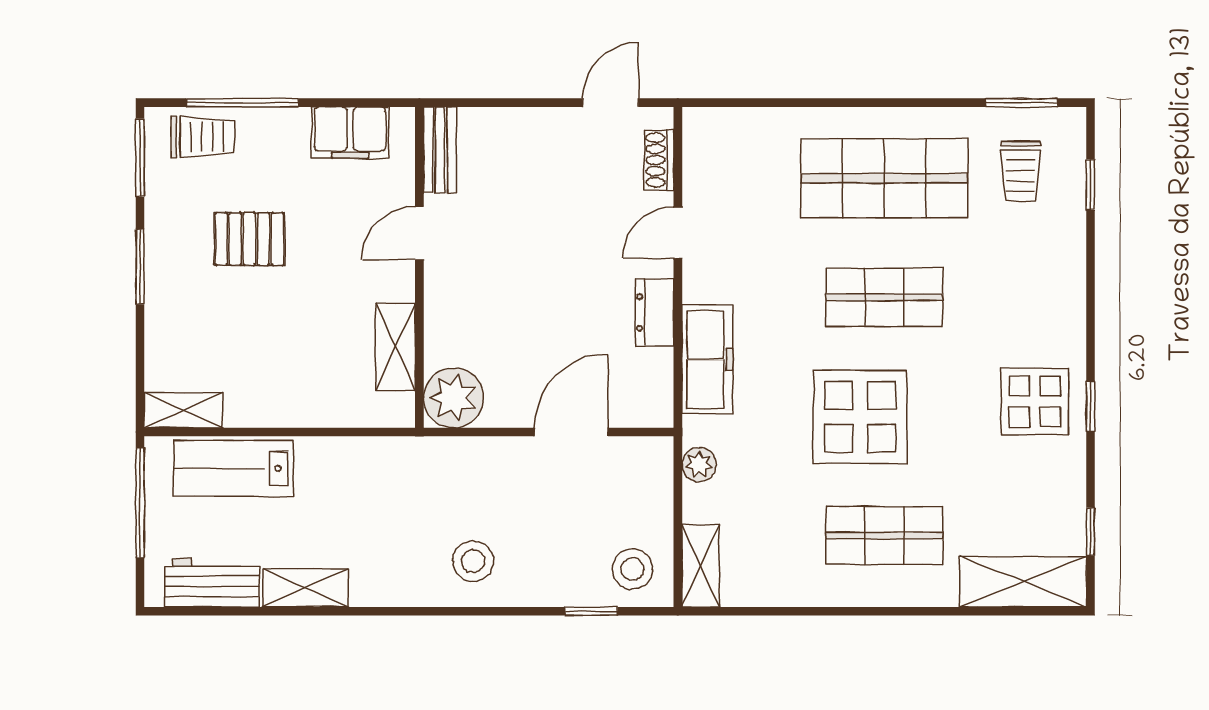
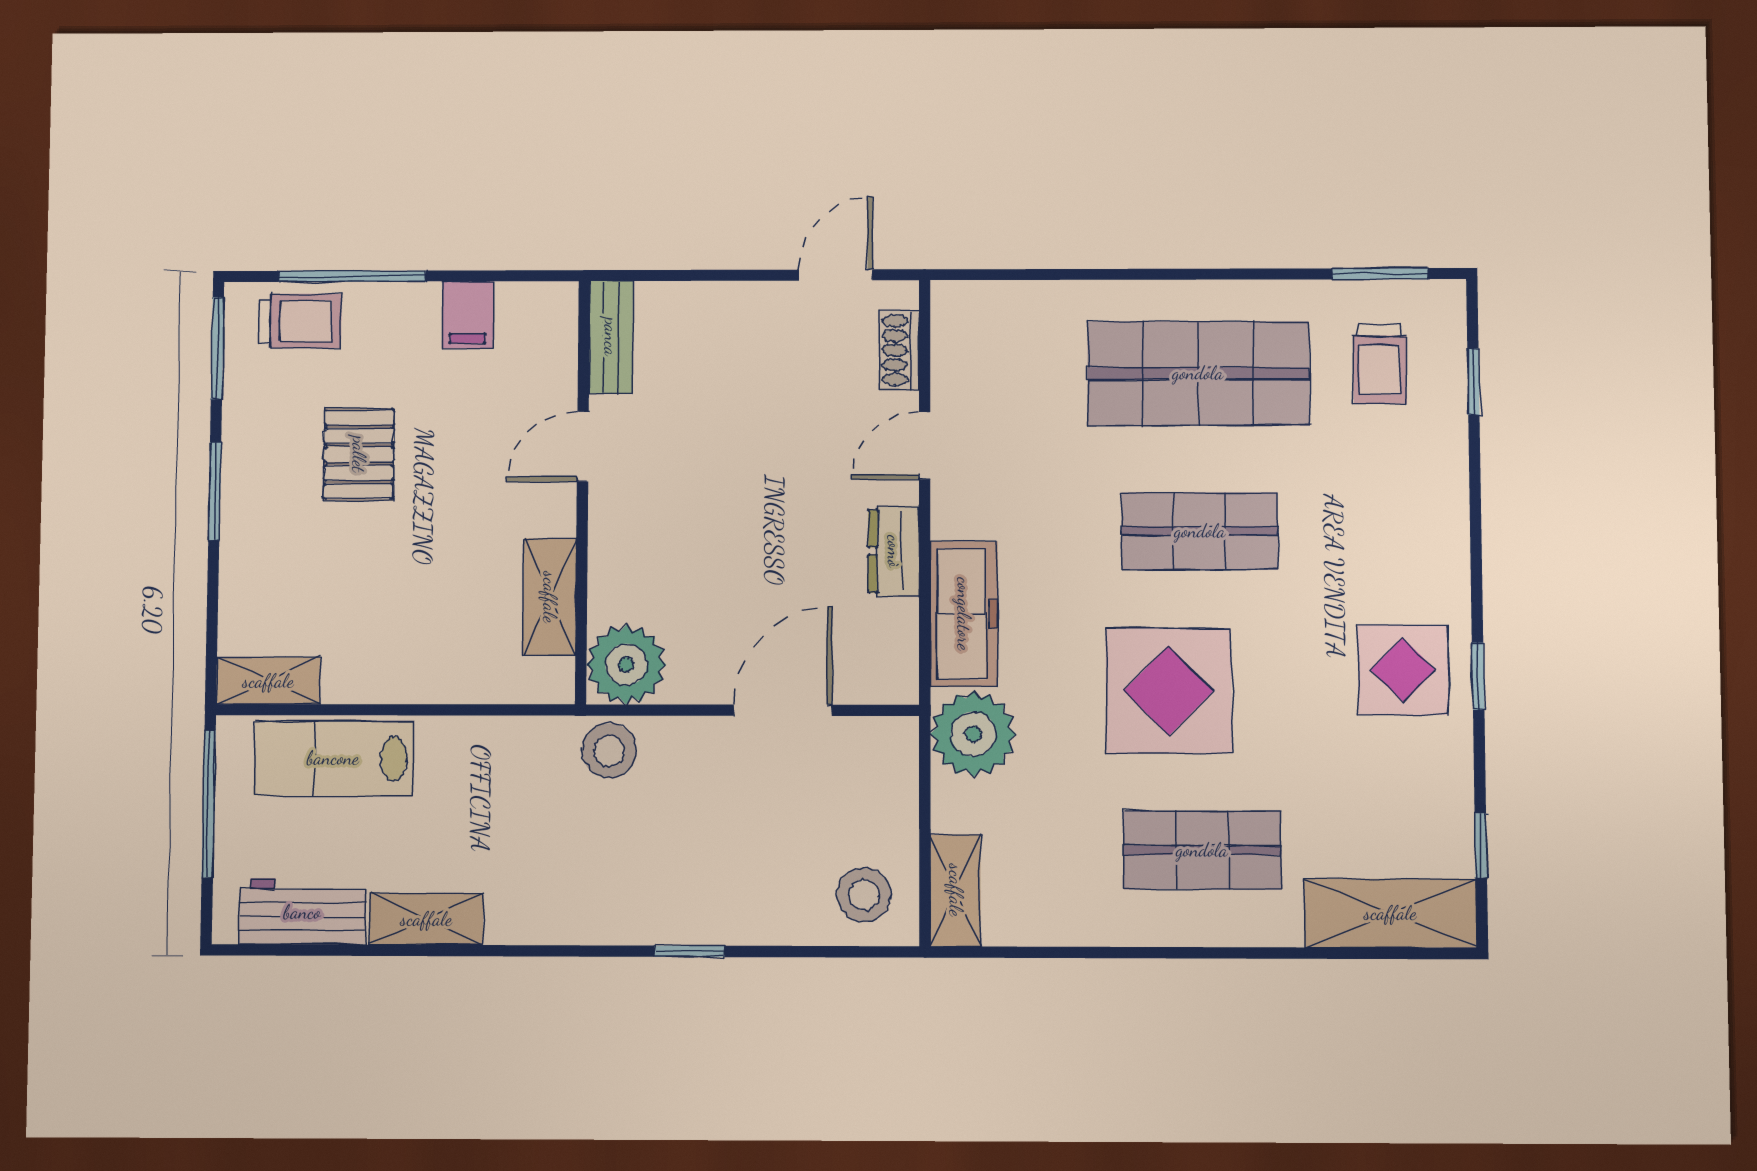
filing cabinet: (350, 133) -> (468, 315), width x0.50
pallet: (249, 239) -> (359, 454), turned 90
plant: (699, 465) -> (973, 734), width x1.88, depth x1.88
stool: (473, 561) -> (609, 751), moved
window: (591, 611) -> (690, 951), moved

